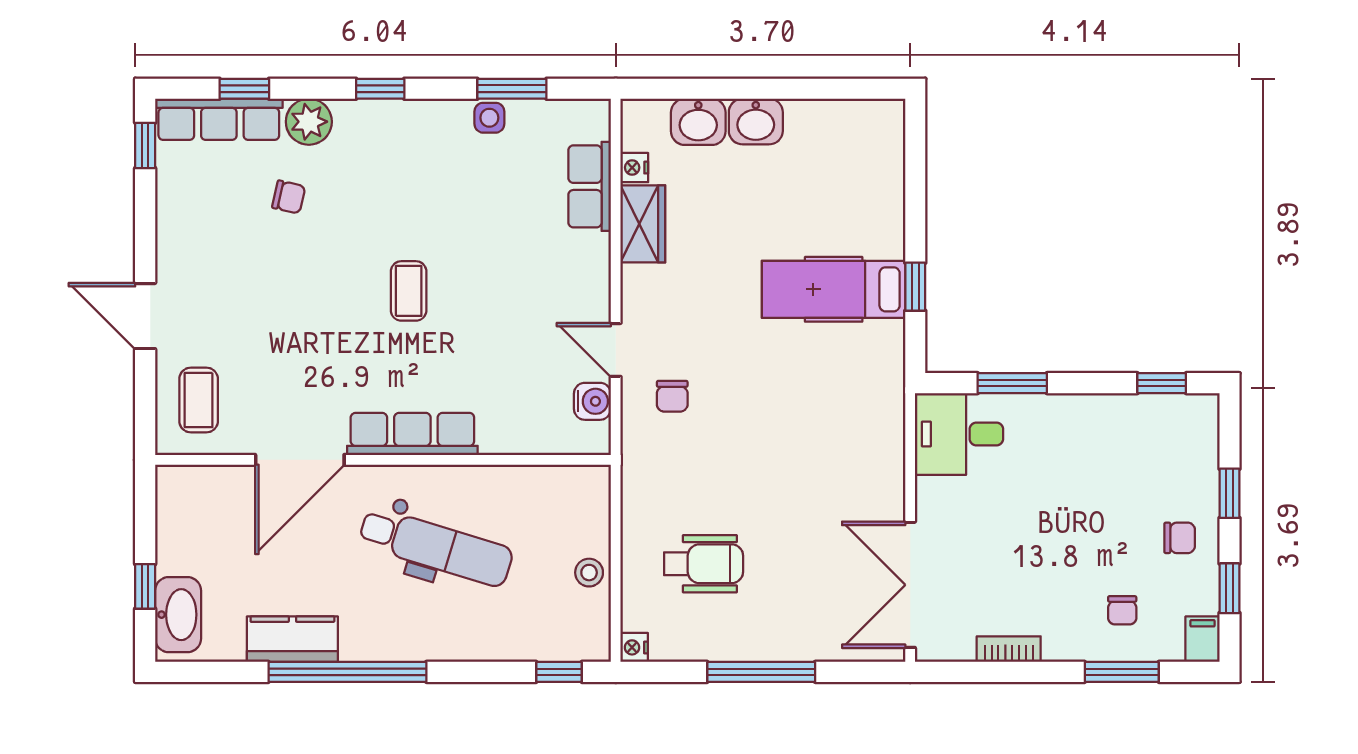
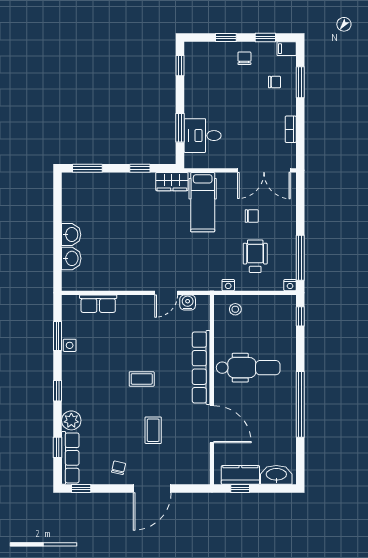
window: (915, 160) -> (87, 168), added
nightstand: (634, 168) -> (228, 285), moved
chair: (289, 197) -> (119, 468), moved
wardrobe: (643, 224) -> (172, 182), moved, turned 180
hospital bed: (834, 289) -> (203, 202), moved
door: (145, 316) -> (152, 489), width x1.36
chair: (672, 396) -> (252, 216), moved
coffee table: (199, 400) -> (153, 430), moved, turned 90
row of seats: (412, 434) -> (201, 367), width x1.36
desk: (959, 434) -> (203, 136), moved, turned 90
dental chair: (436, 547) -> (248, 368), turned 73
stool: (589, 573) -> (235, 309), moved
window: (145, 586) -> (240, 489), moved
kitchen counter: (292, 639) -> (240, 475), moved, turned 90
window: (761, 672) -> (300, 258), moved

